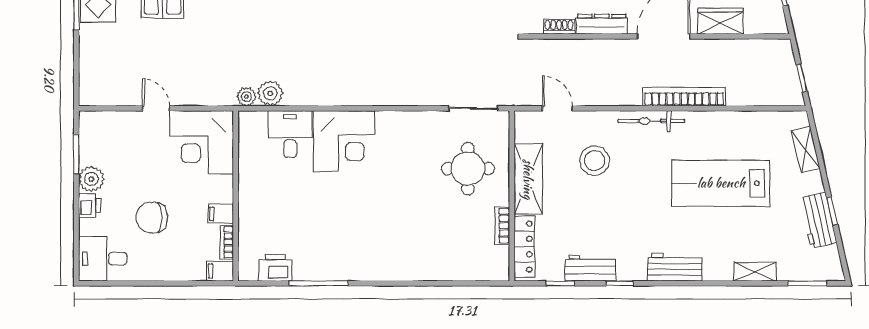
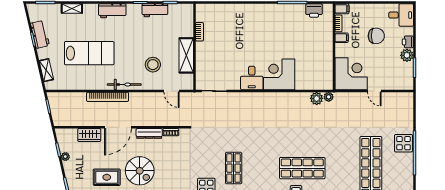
desk: (290, 134) -> (252, 78), moved
round table: (468, 169) -> (217, 61), removed
locker: (524, 247) -> (188, 21), removed

